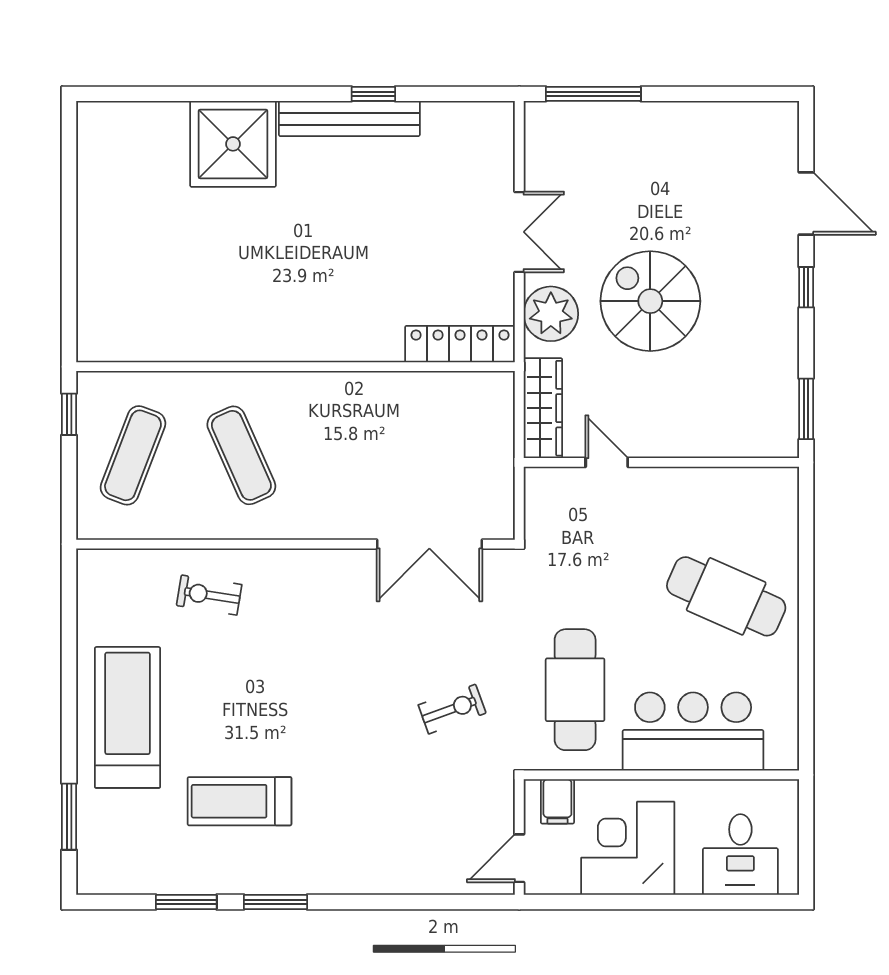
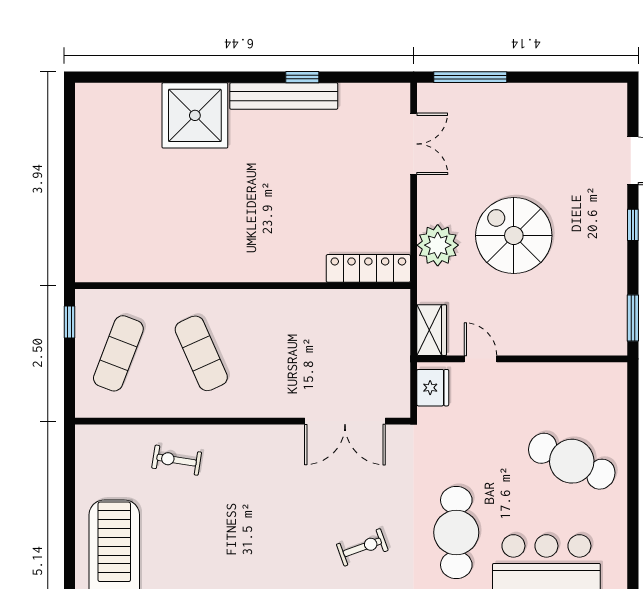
double door: (519, 232) -> (414, 144), moved
wardrobe: (543, 408) -> (432, 330), width x0.67
fridge: (544, 500) -> (433, 388), added

